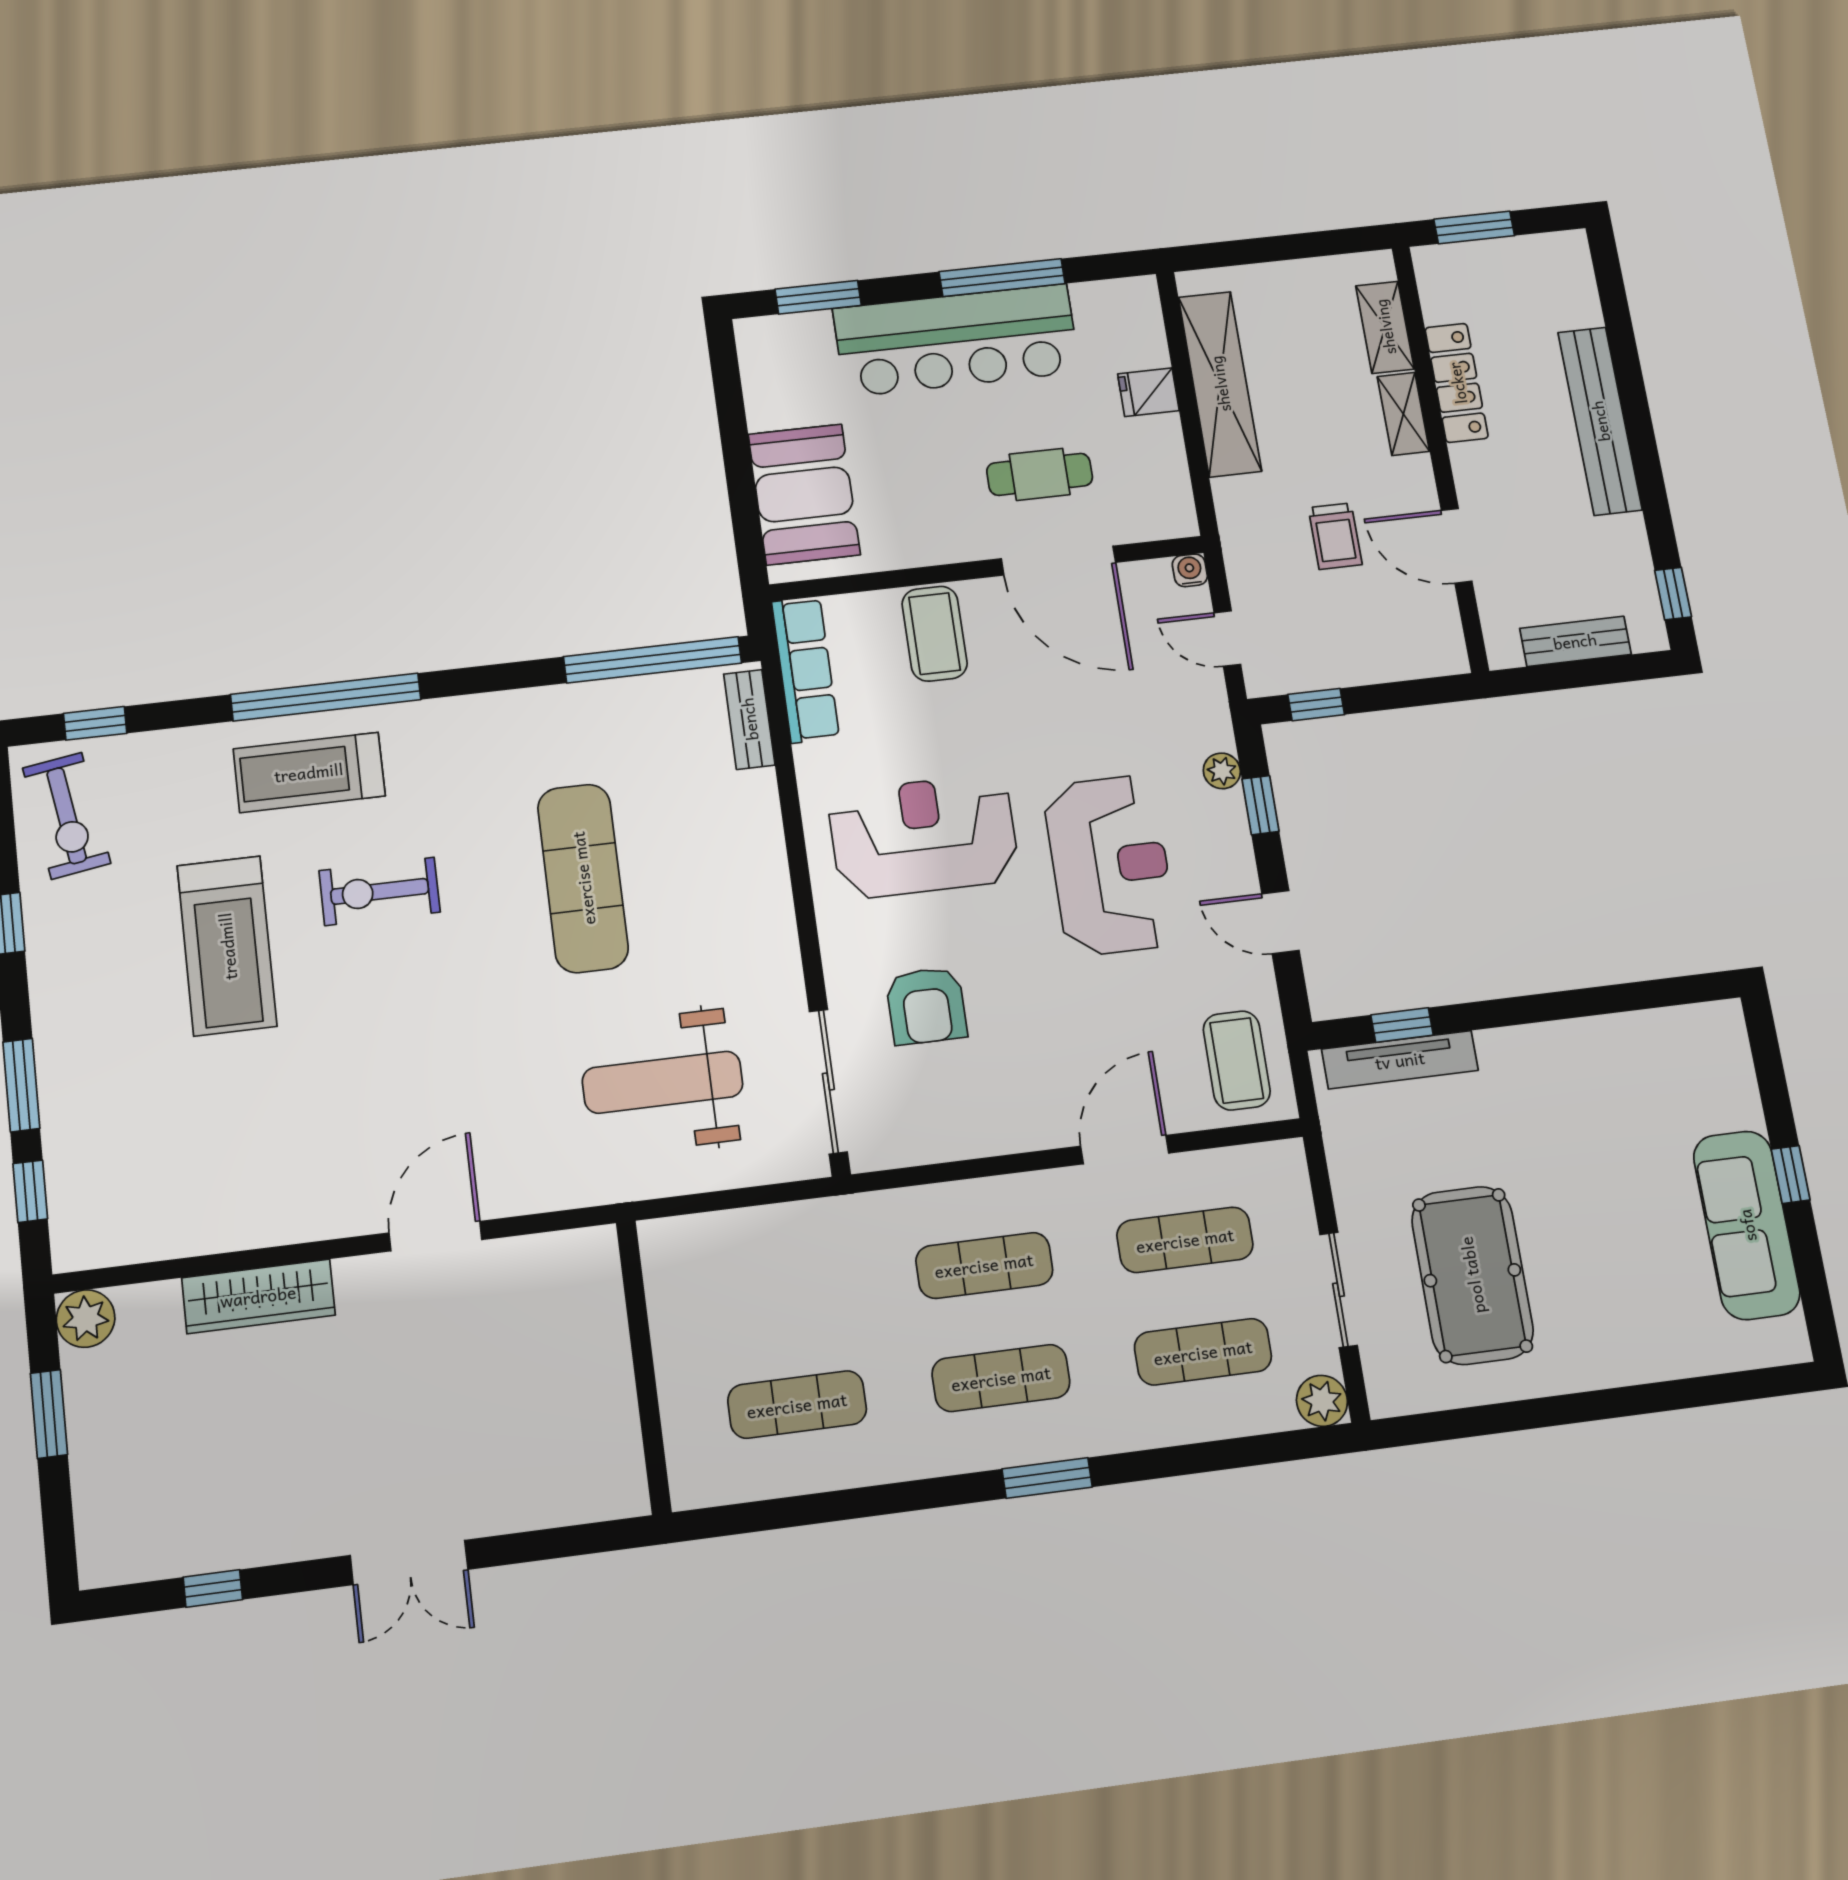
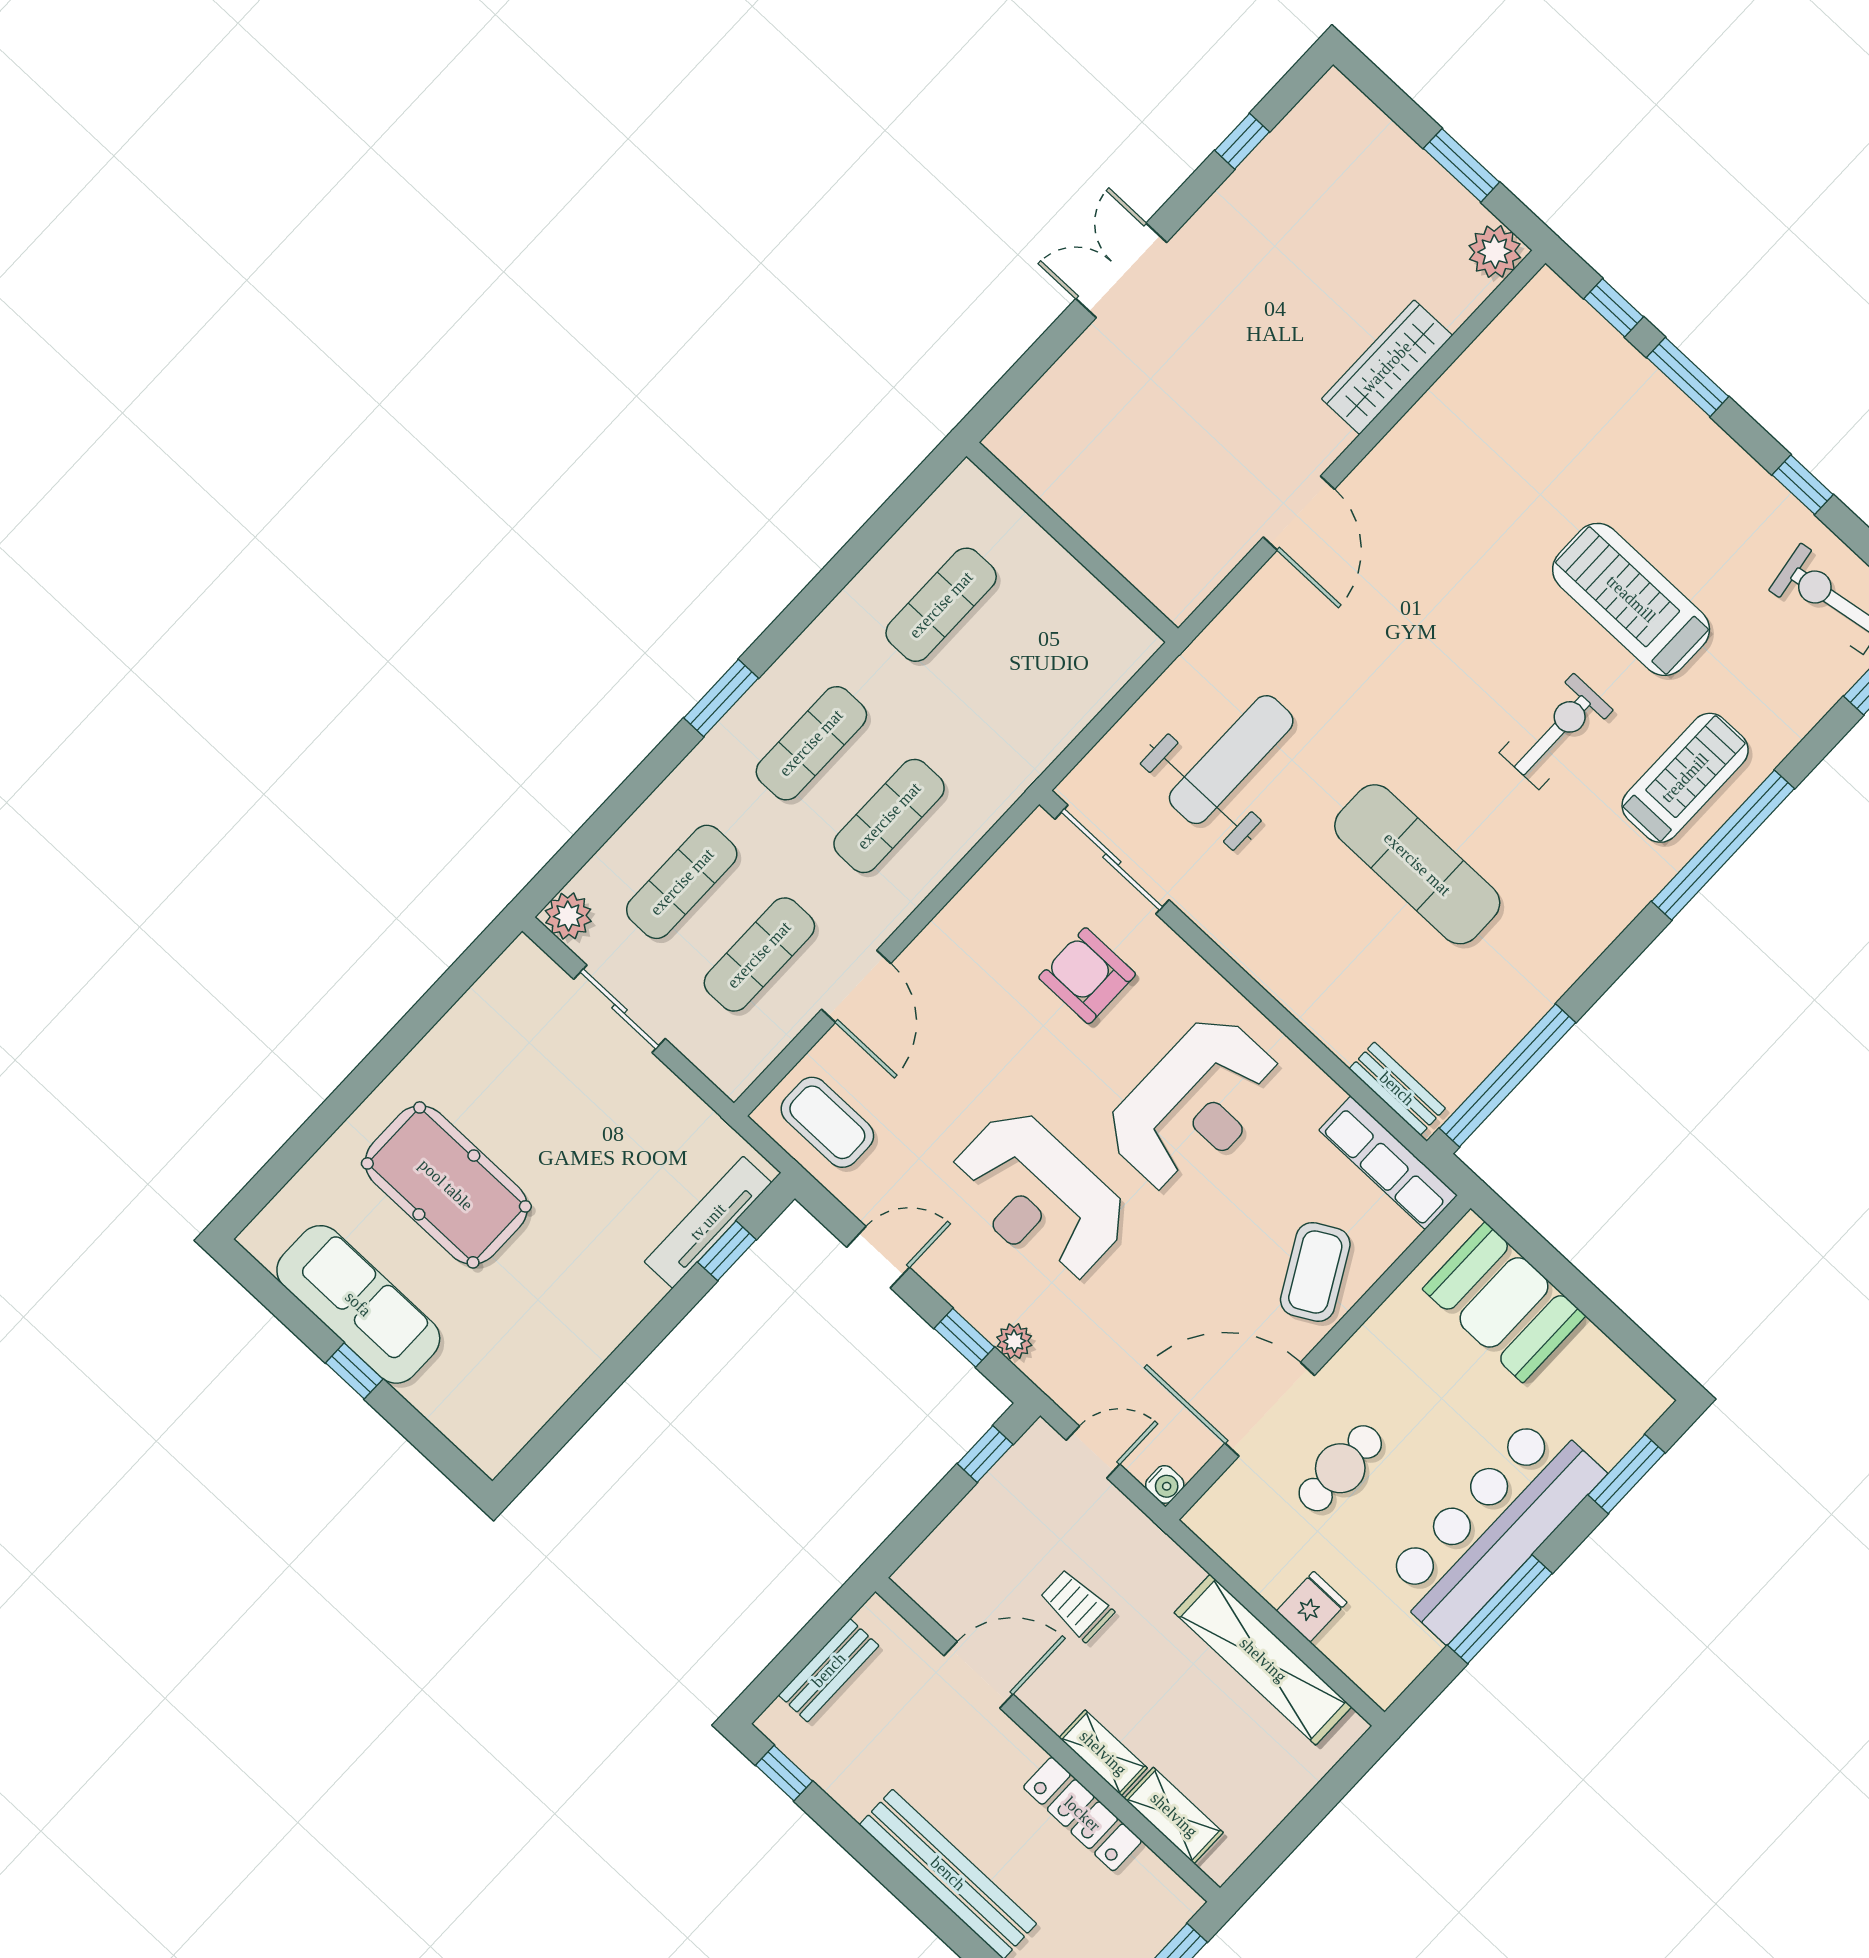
coffee table: (935, 634) -> (1315, 1272), turned 61
pool table: (1472, 1275) -> (446, 1185), moved

